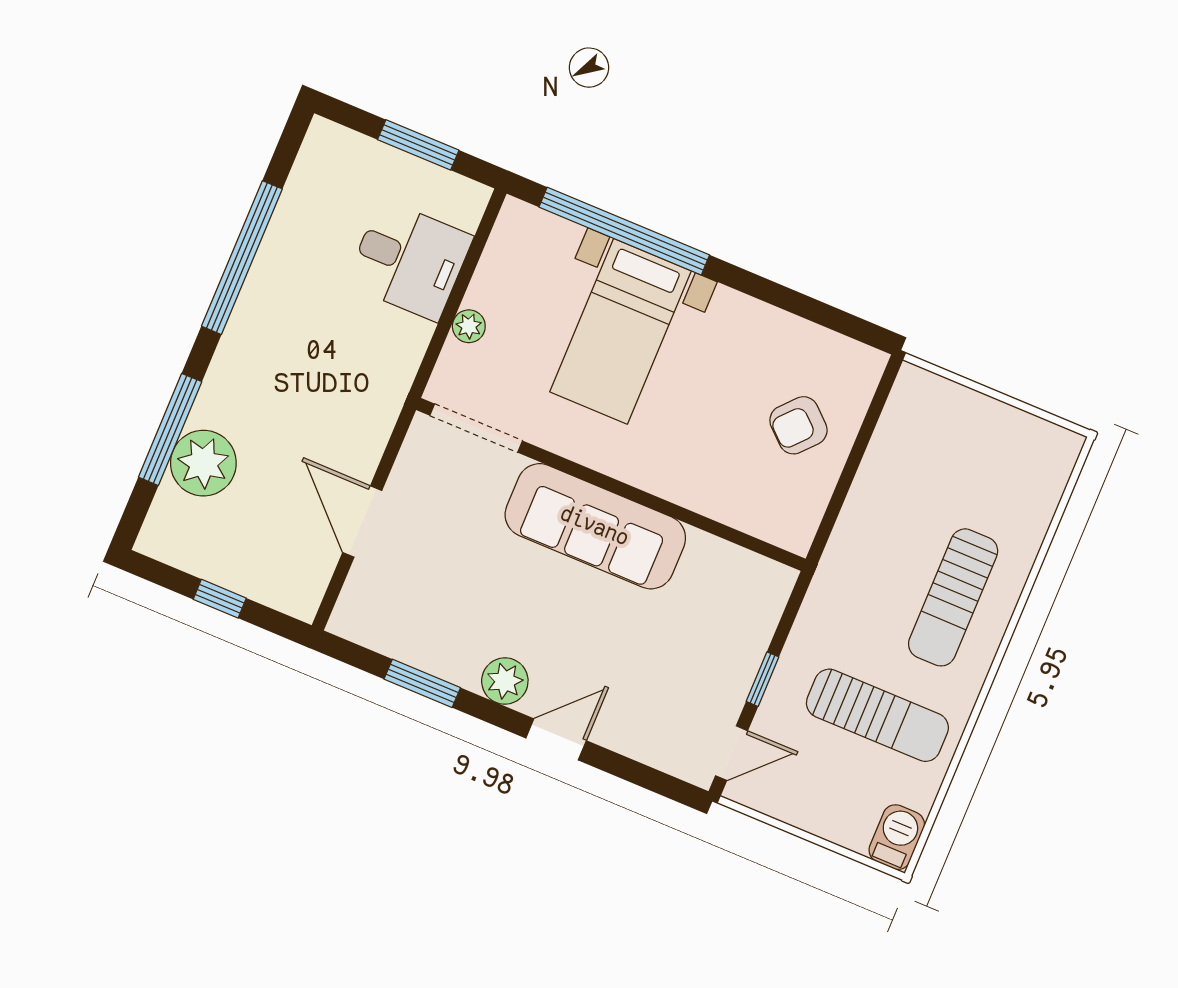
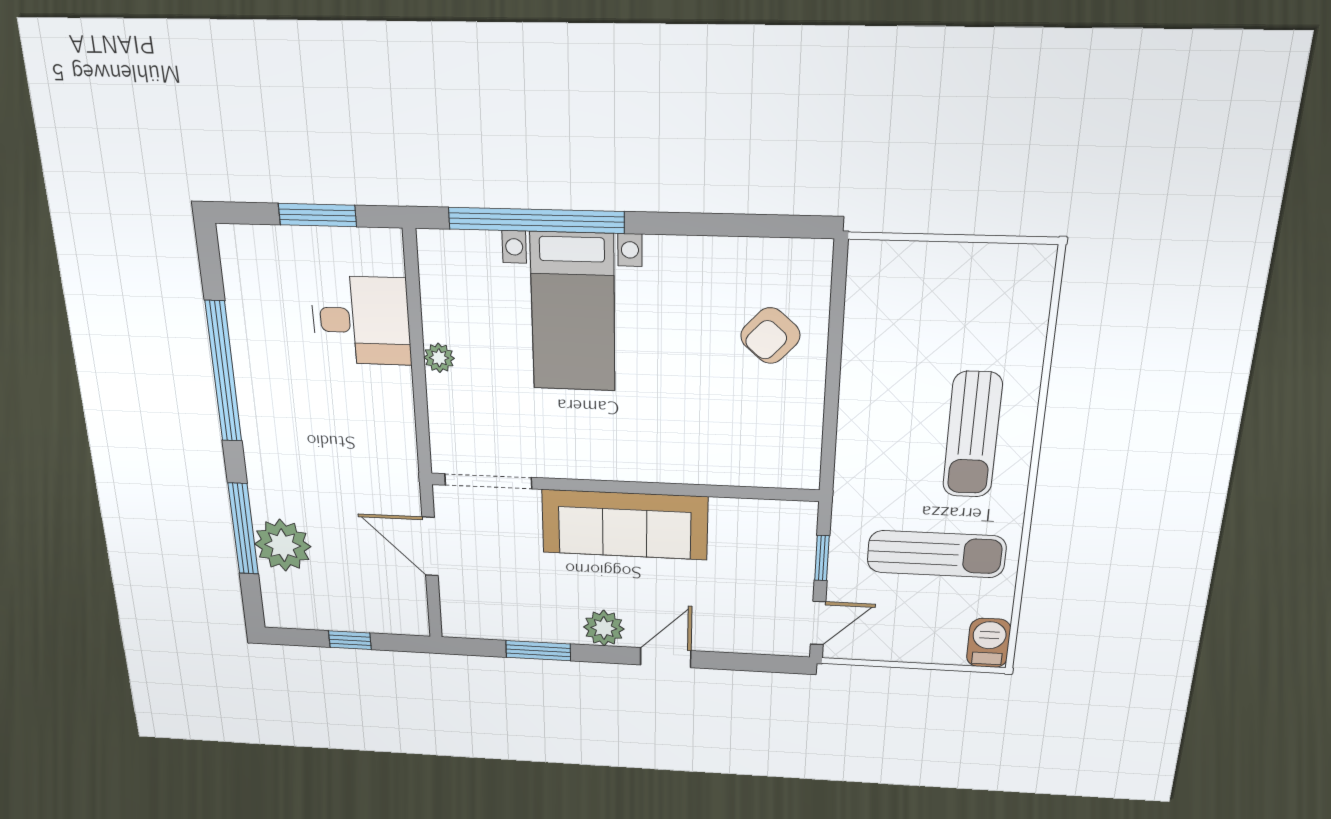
doorway: (476, 428) -> (488, 481), moved
wall: (611, 484) -> (623, 487), moved
sofa: (595, 526) -> (625, 525), moved

